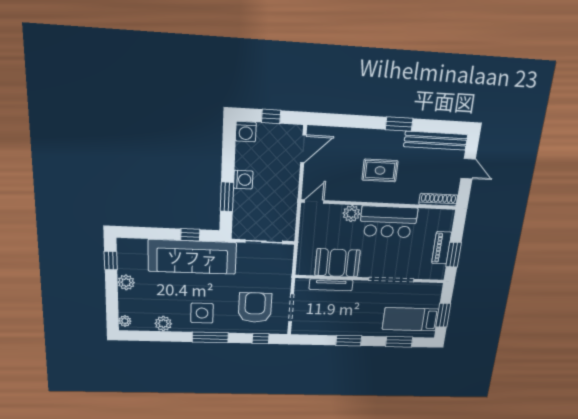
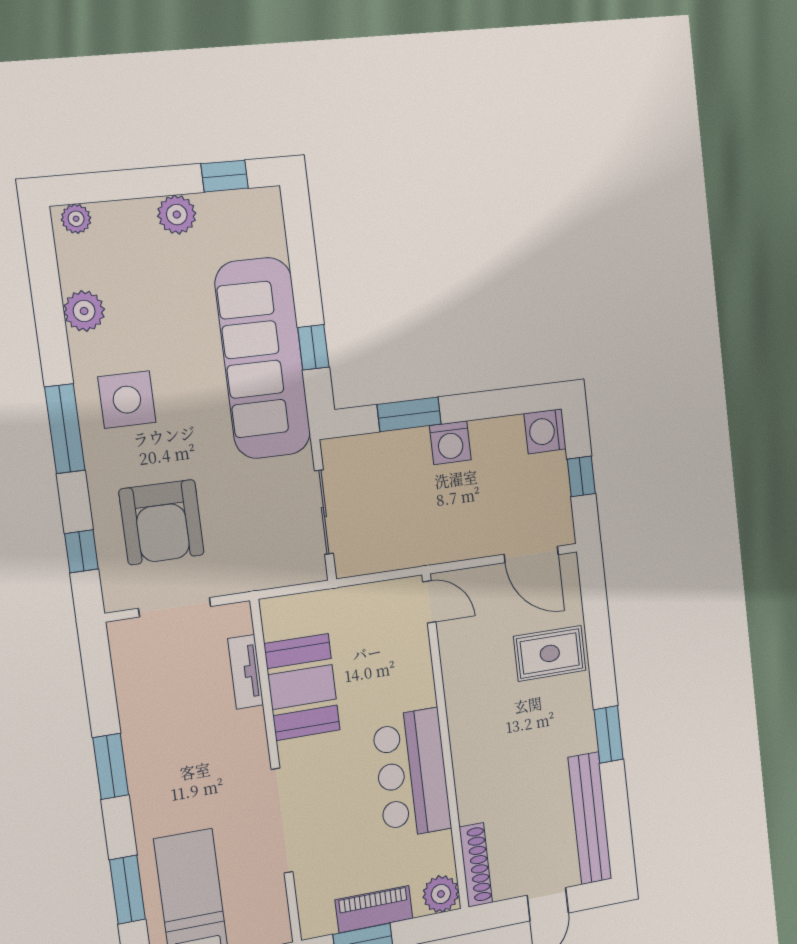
rug: (380, 170) -> (550, 653), moved, turned 90
plant: (351, 214) -> (441, 894), moved
tv unit: (331, 285) -> (246, 672), width x0.71
armchair: (255, 308) -> (162, 522), turned 90

